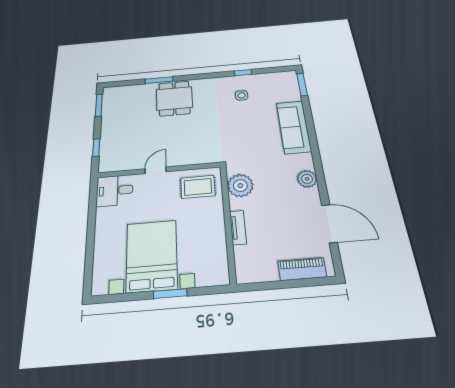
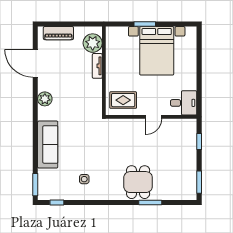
window: (243, 73) -> (57, 202), moved
plant: (240, 186) -> (93, 43), moved

